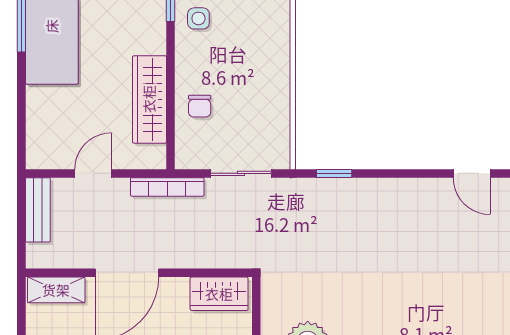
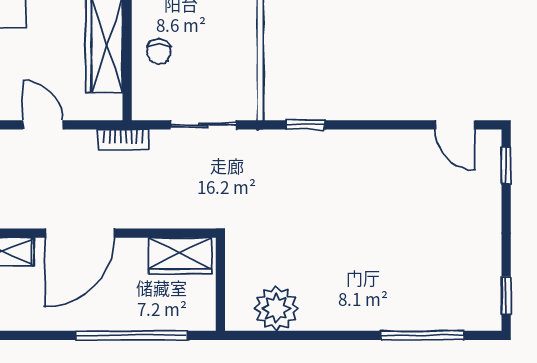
door: (93, 173) -> (43, 125), hinge flipped
bookcase: (167, 187) -> (123, 140), width x0.64

